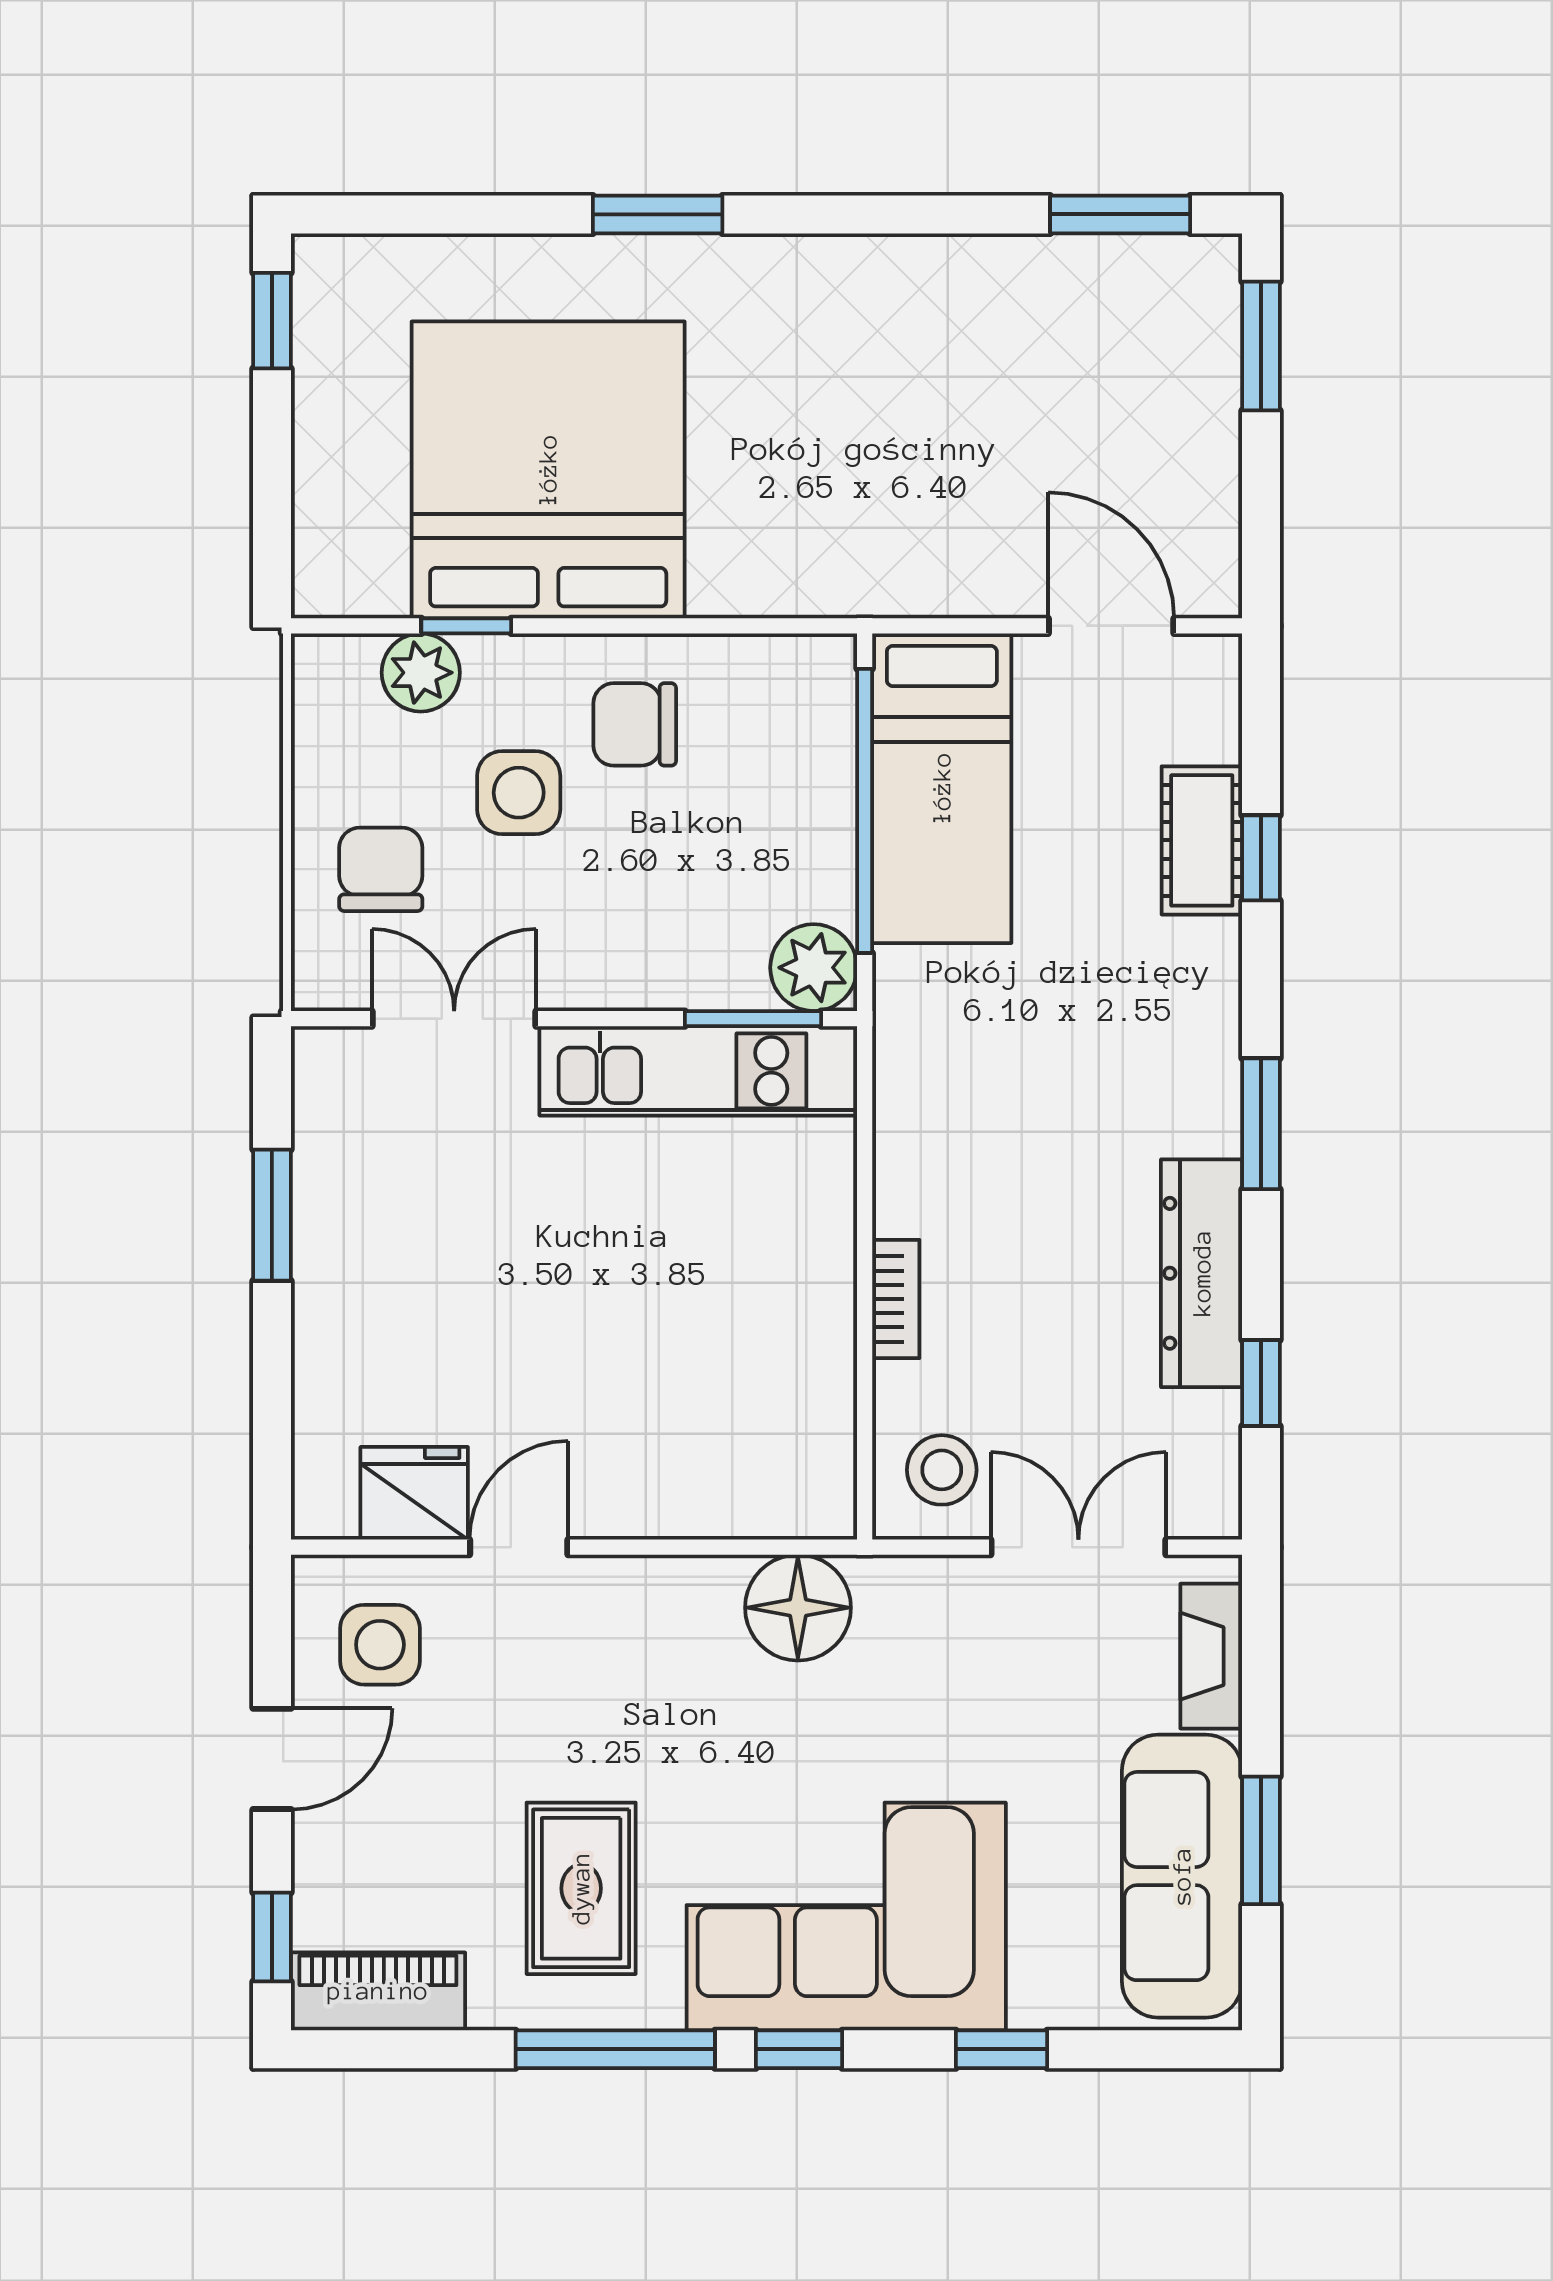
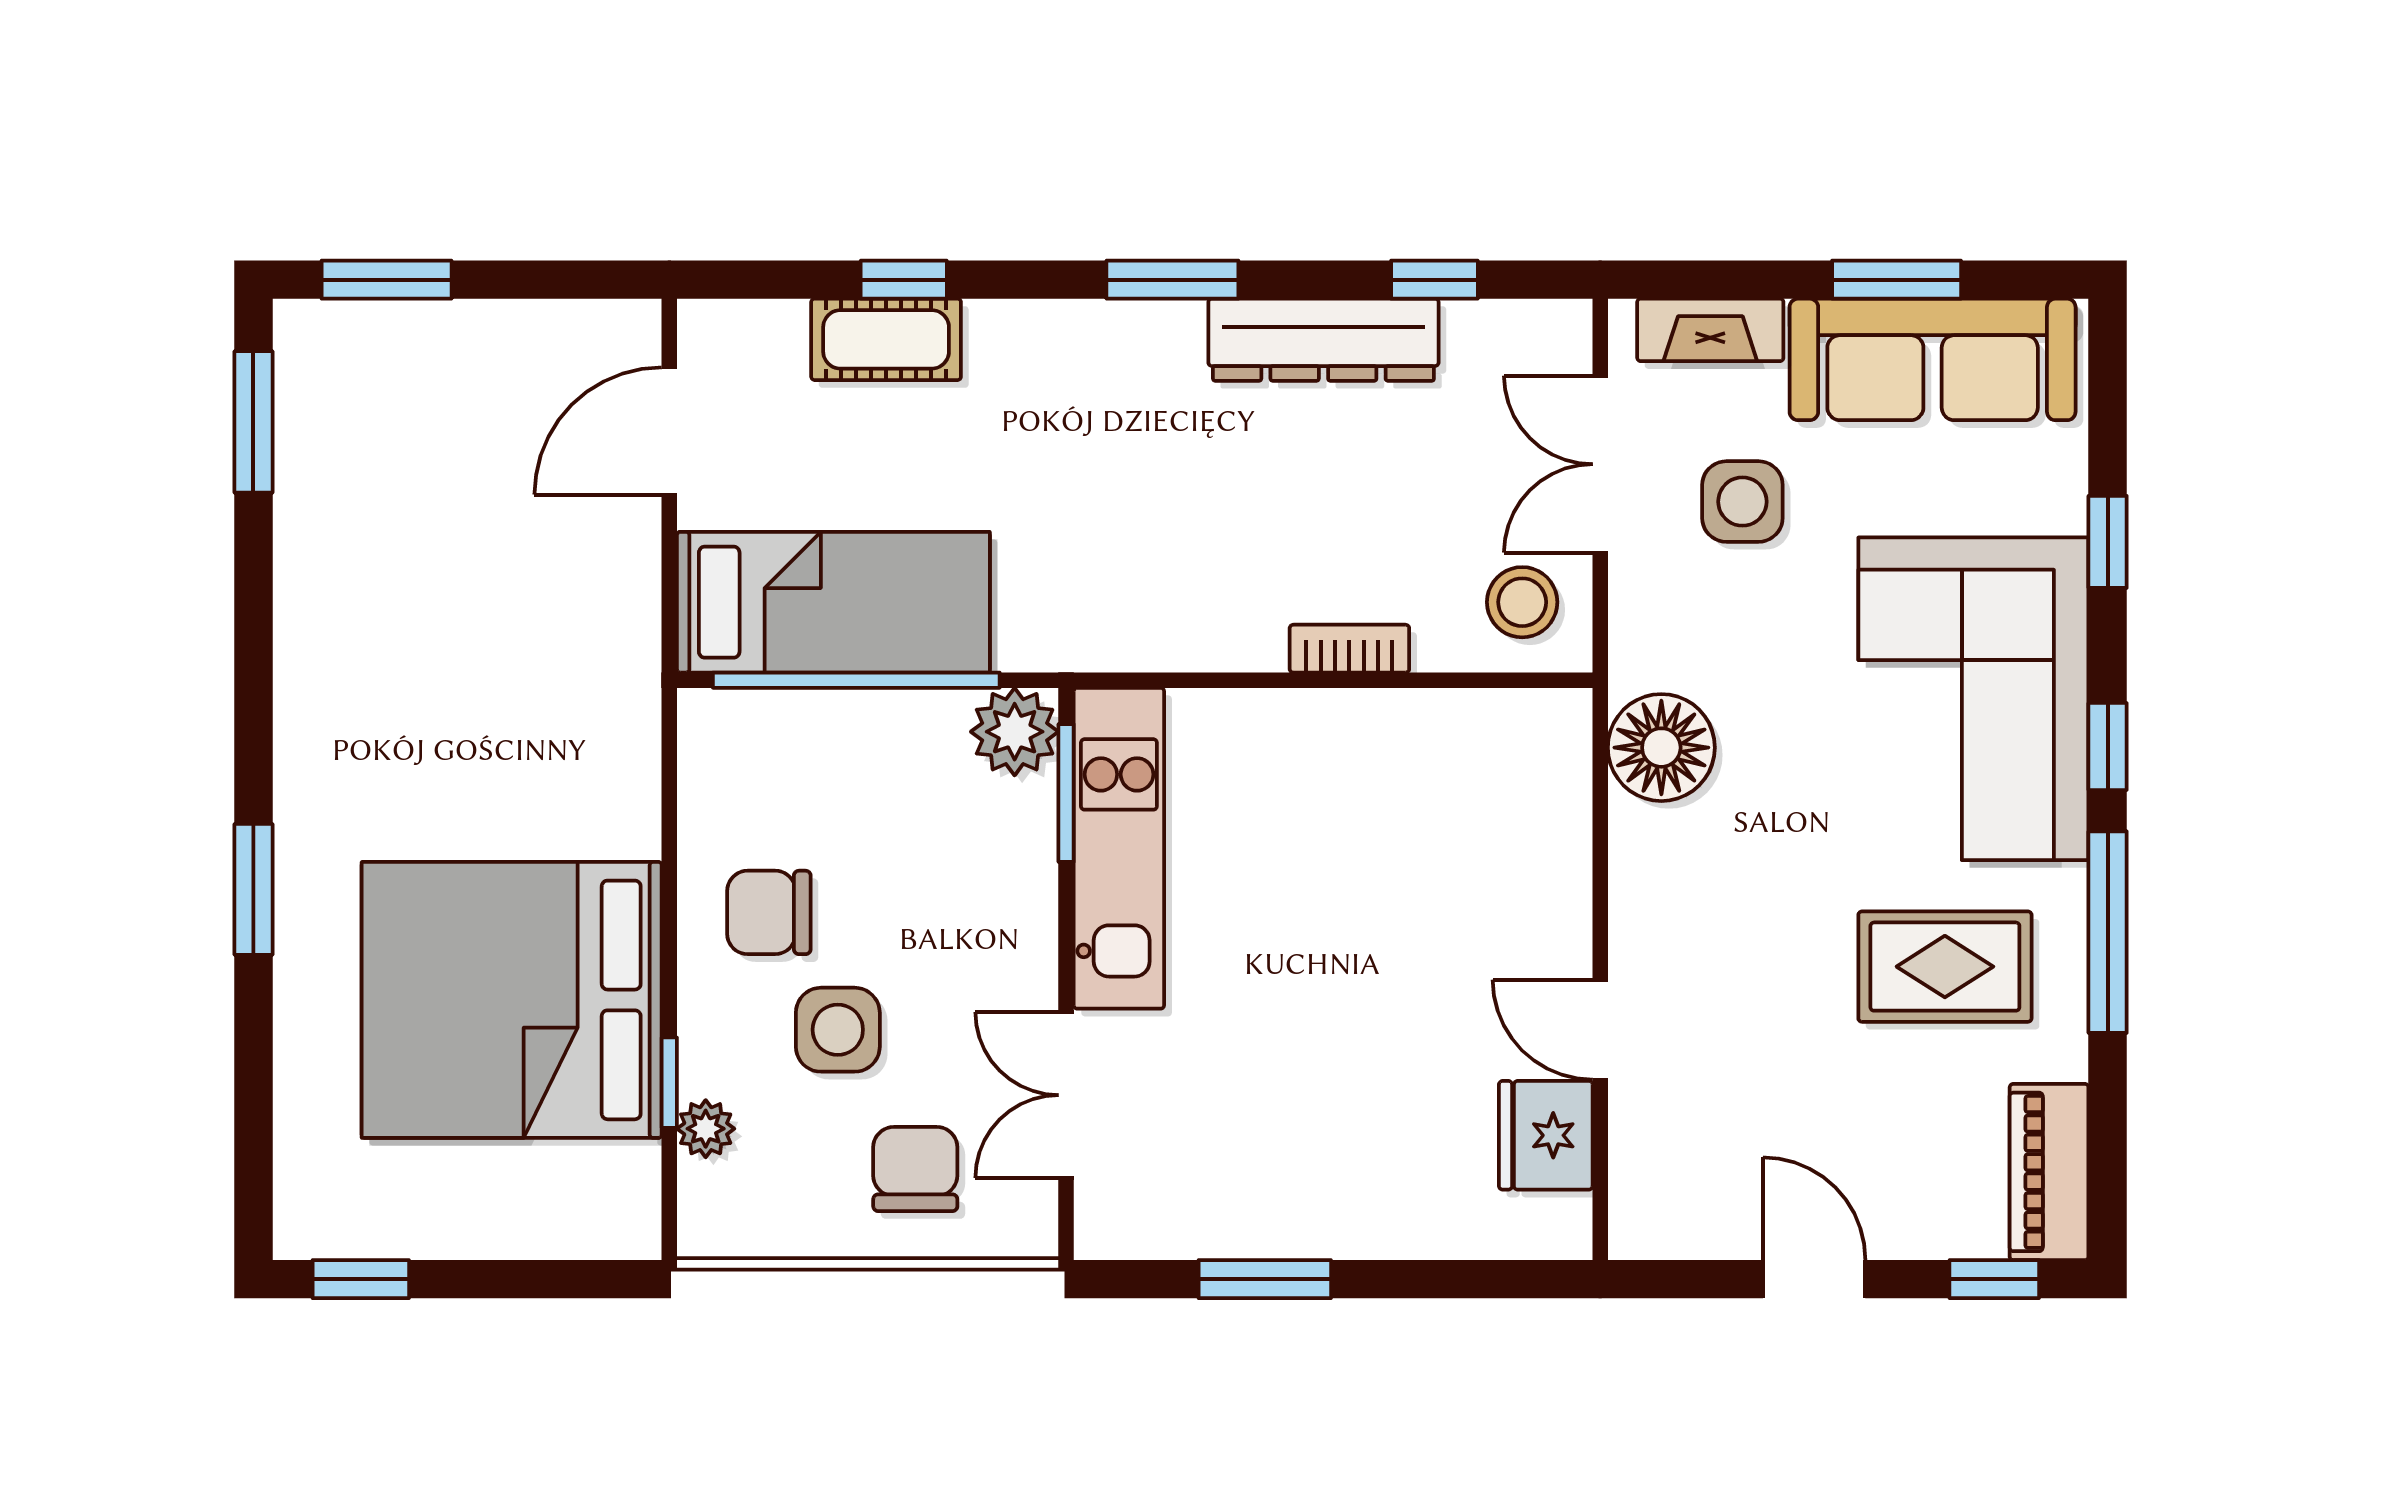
plant: (421, 673) -> (706, 1129), width x0.73, depth x0.73
chair: (635, 724) -> (769, 912), turned 90
chair: (381, 869) -> (915, 1169), turned 90
side table: (380, 1645) -> (1742, 502), moved

